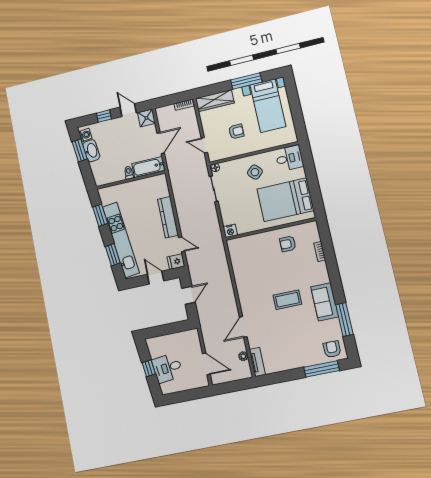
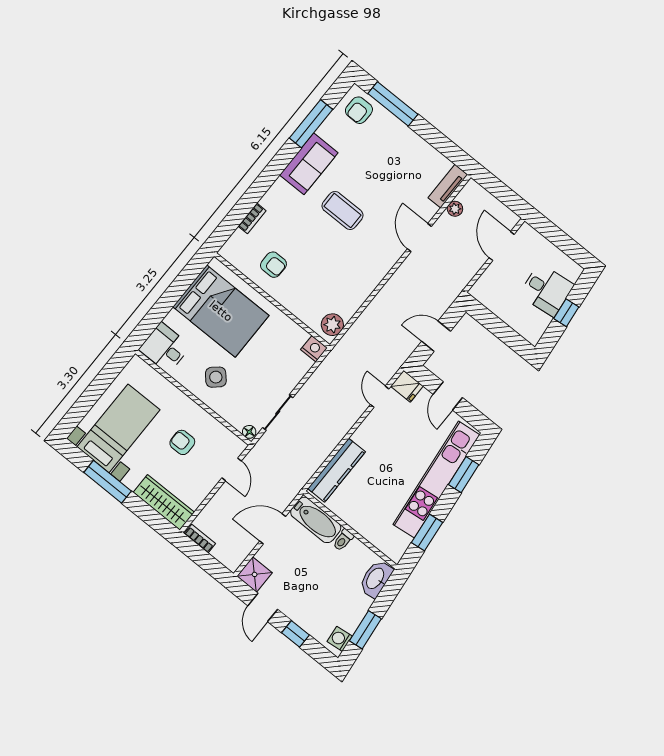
washbasin: (91, 151) -> (376, 579), moved
kitchen counter: (168, 217) -> (337, 470), moved
plant: (235, 249) -> (332, 325), added
door: (243, 327) -> (419, 238), swing flipped

